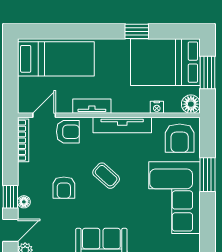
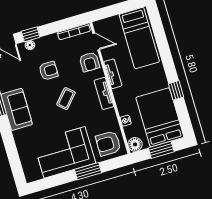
tv unit: (122, 125) -> (104, 93), width x0.71
armchair: (64, 188) -> (49, 71), turned 180

